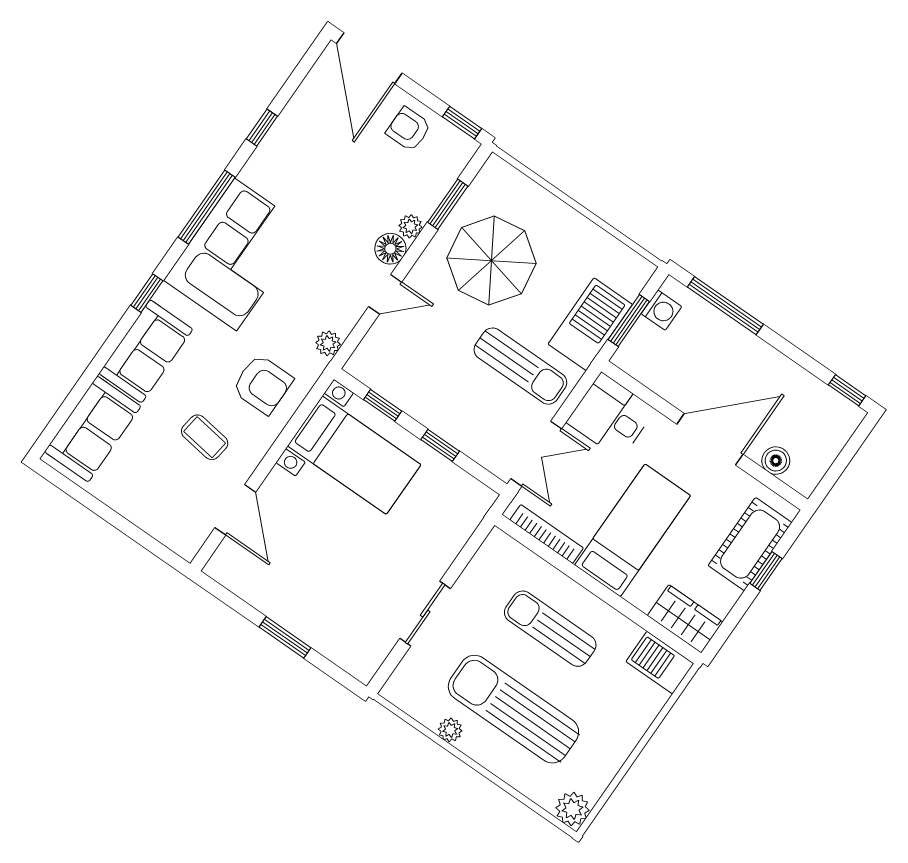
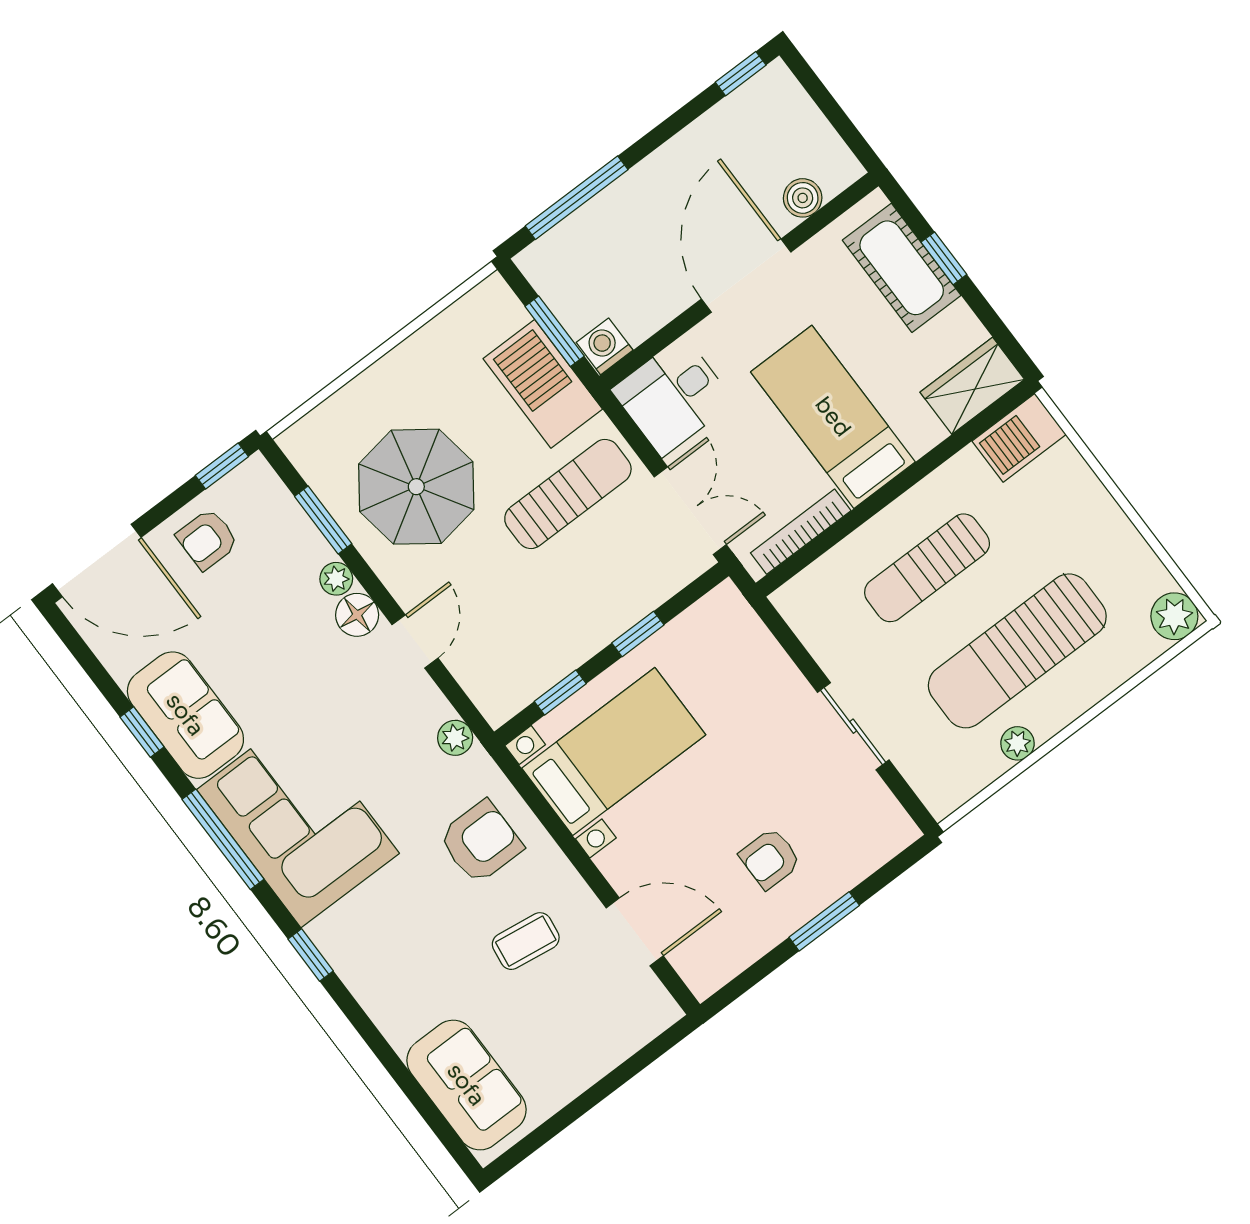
washing machine: (661, 310) -> (605, 346), moved, turned -90
sofa: (146, 351) -> (185, 715), moved
armchair: (316, 586) -> (770, 859), added

